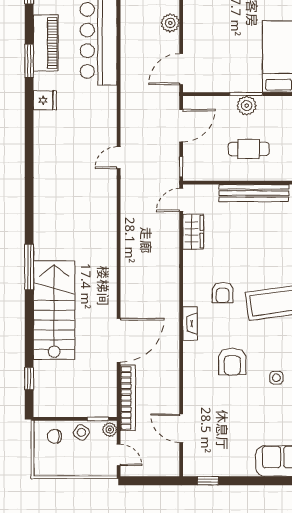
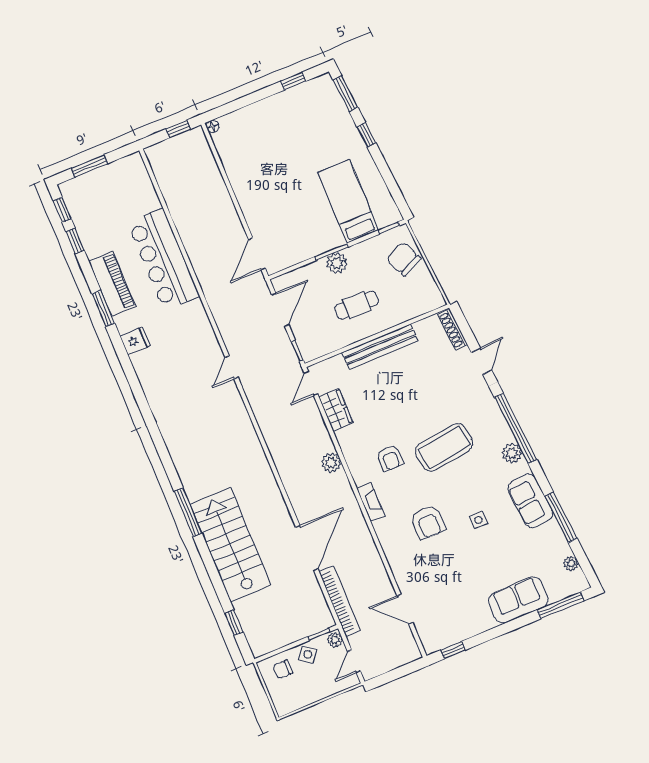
plant: (170, 23) -> (331, 463), moved
door: (119, 455) -> (354, 661), swing flipped

